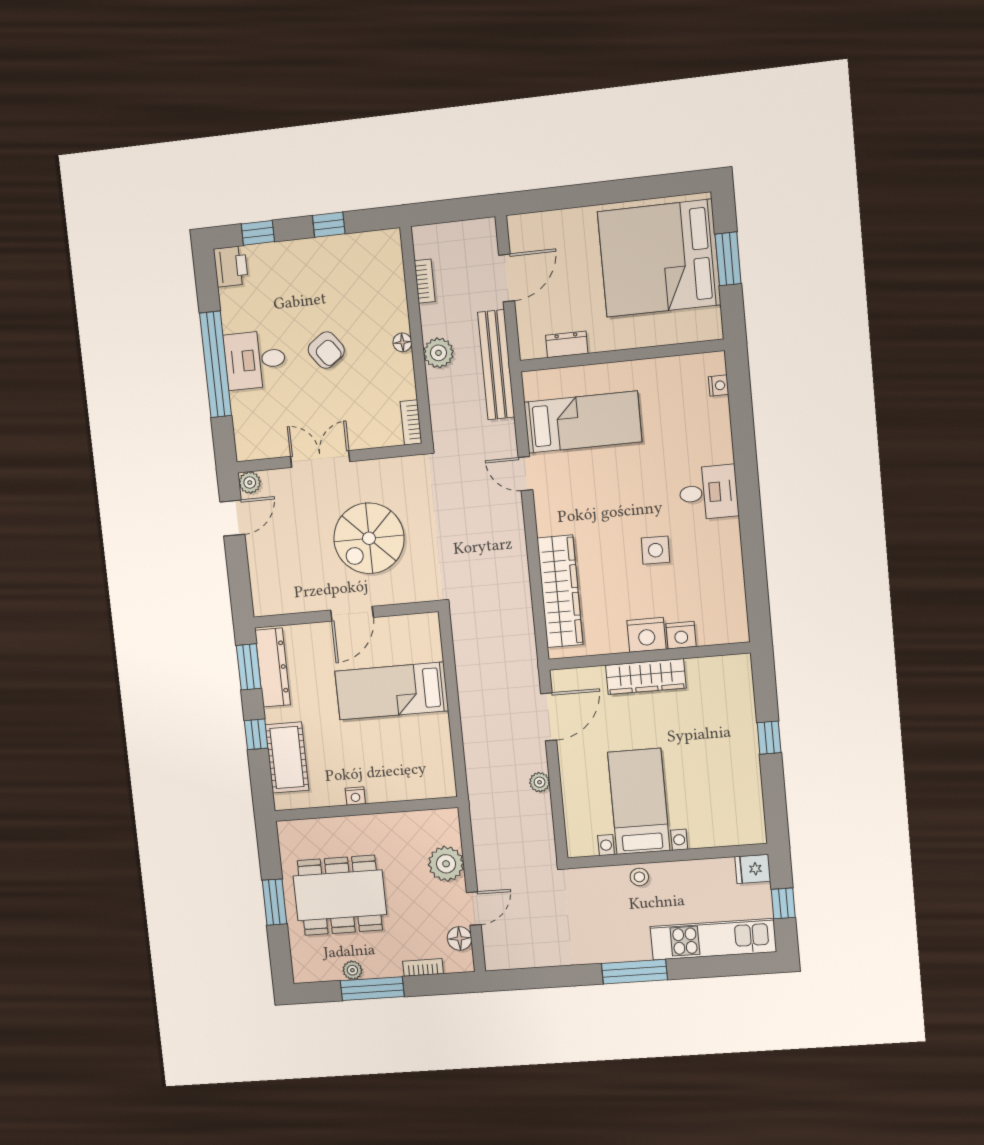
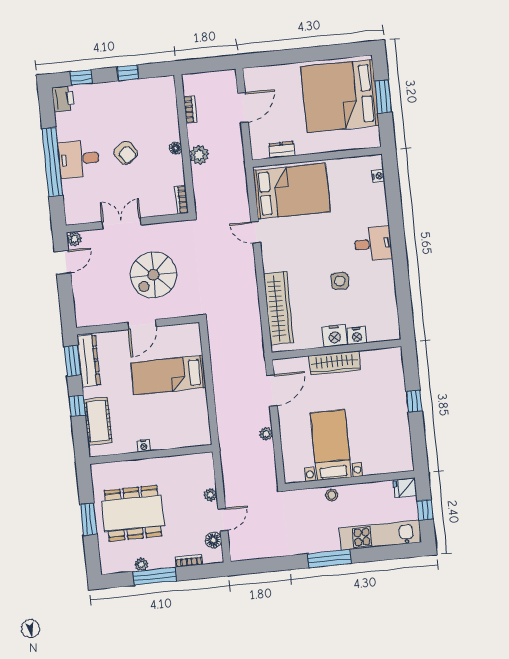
bench: (496, 365) -> (237, 163), removed
bed: (583, 422) -> (292, 191), width x1.50
plant: (446, 864) -> (211, 495), width x0.53, depth x0.53

